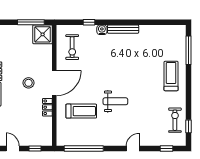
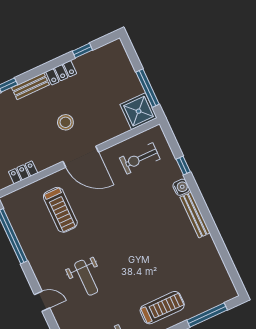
weight bench: (115, 101) -> (86, 278), moved
locker: (47, 107) -> (23, 172), moved

